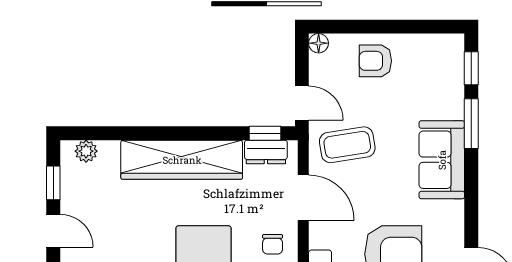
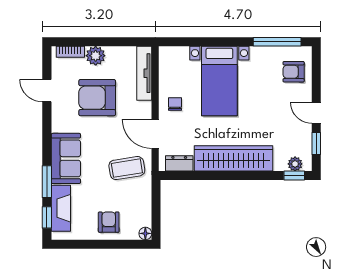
armchair: (375, 61) -> (109, 222), turned -90
fireplace: (450, 82) -> (61, 208), added
door: (302, 103) -> (156, 195), removed
window: (265, 133) -> (294, 176), moved

